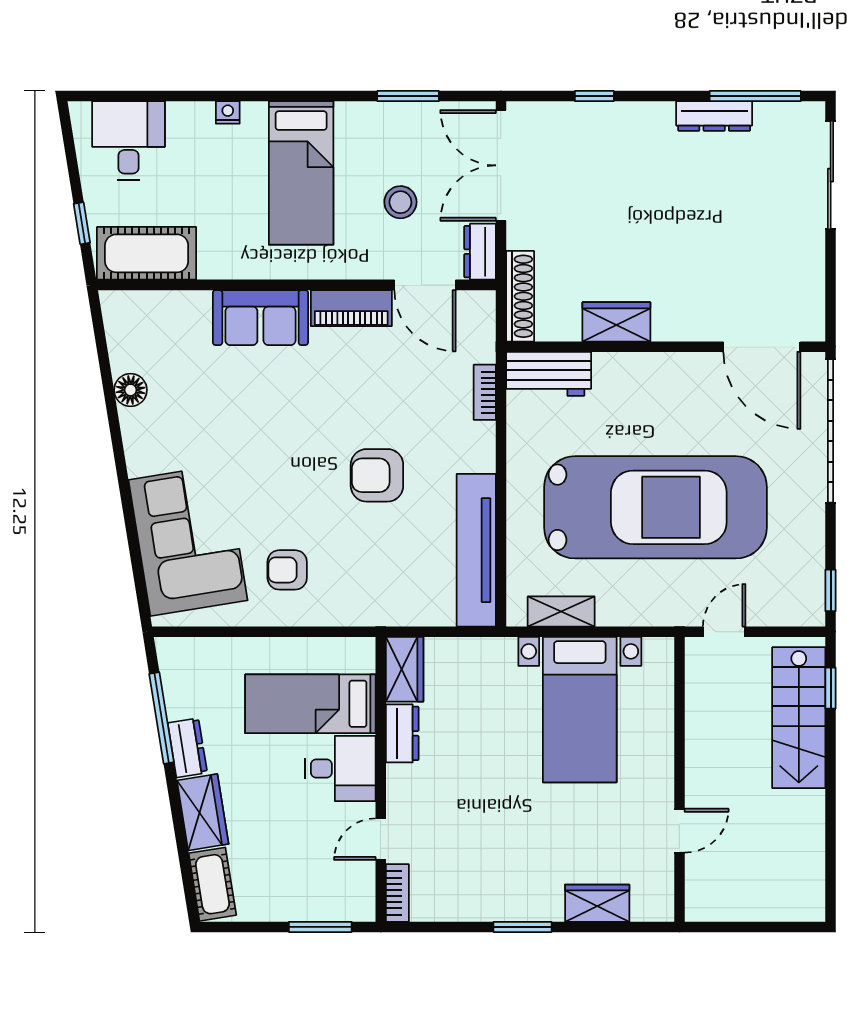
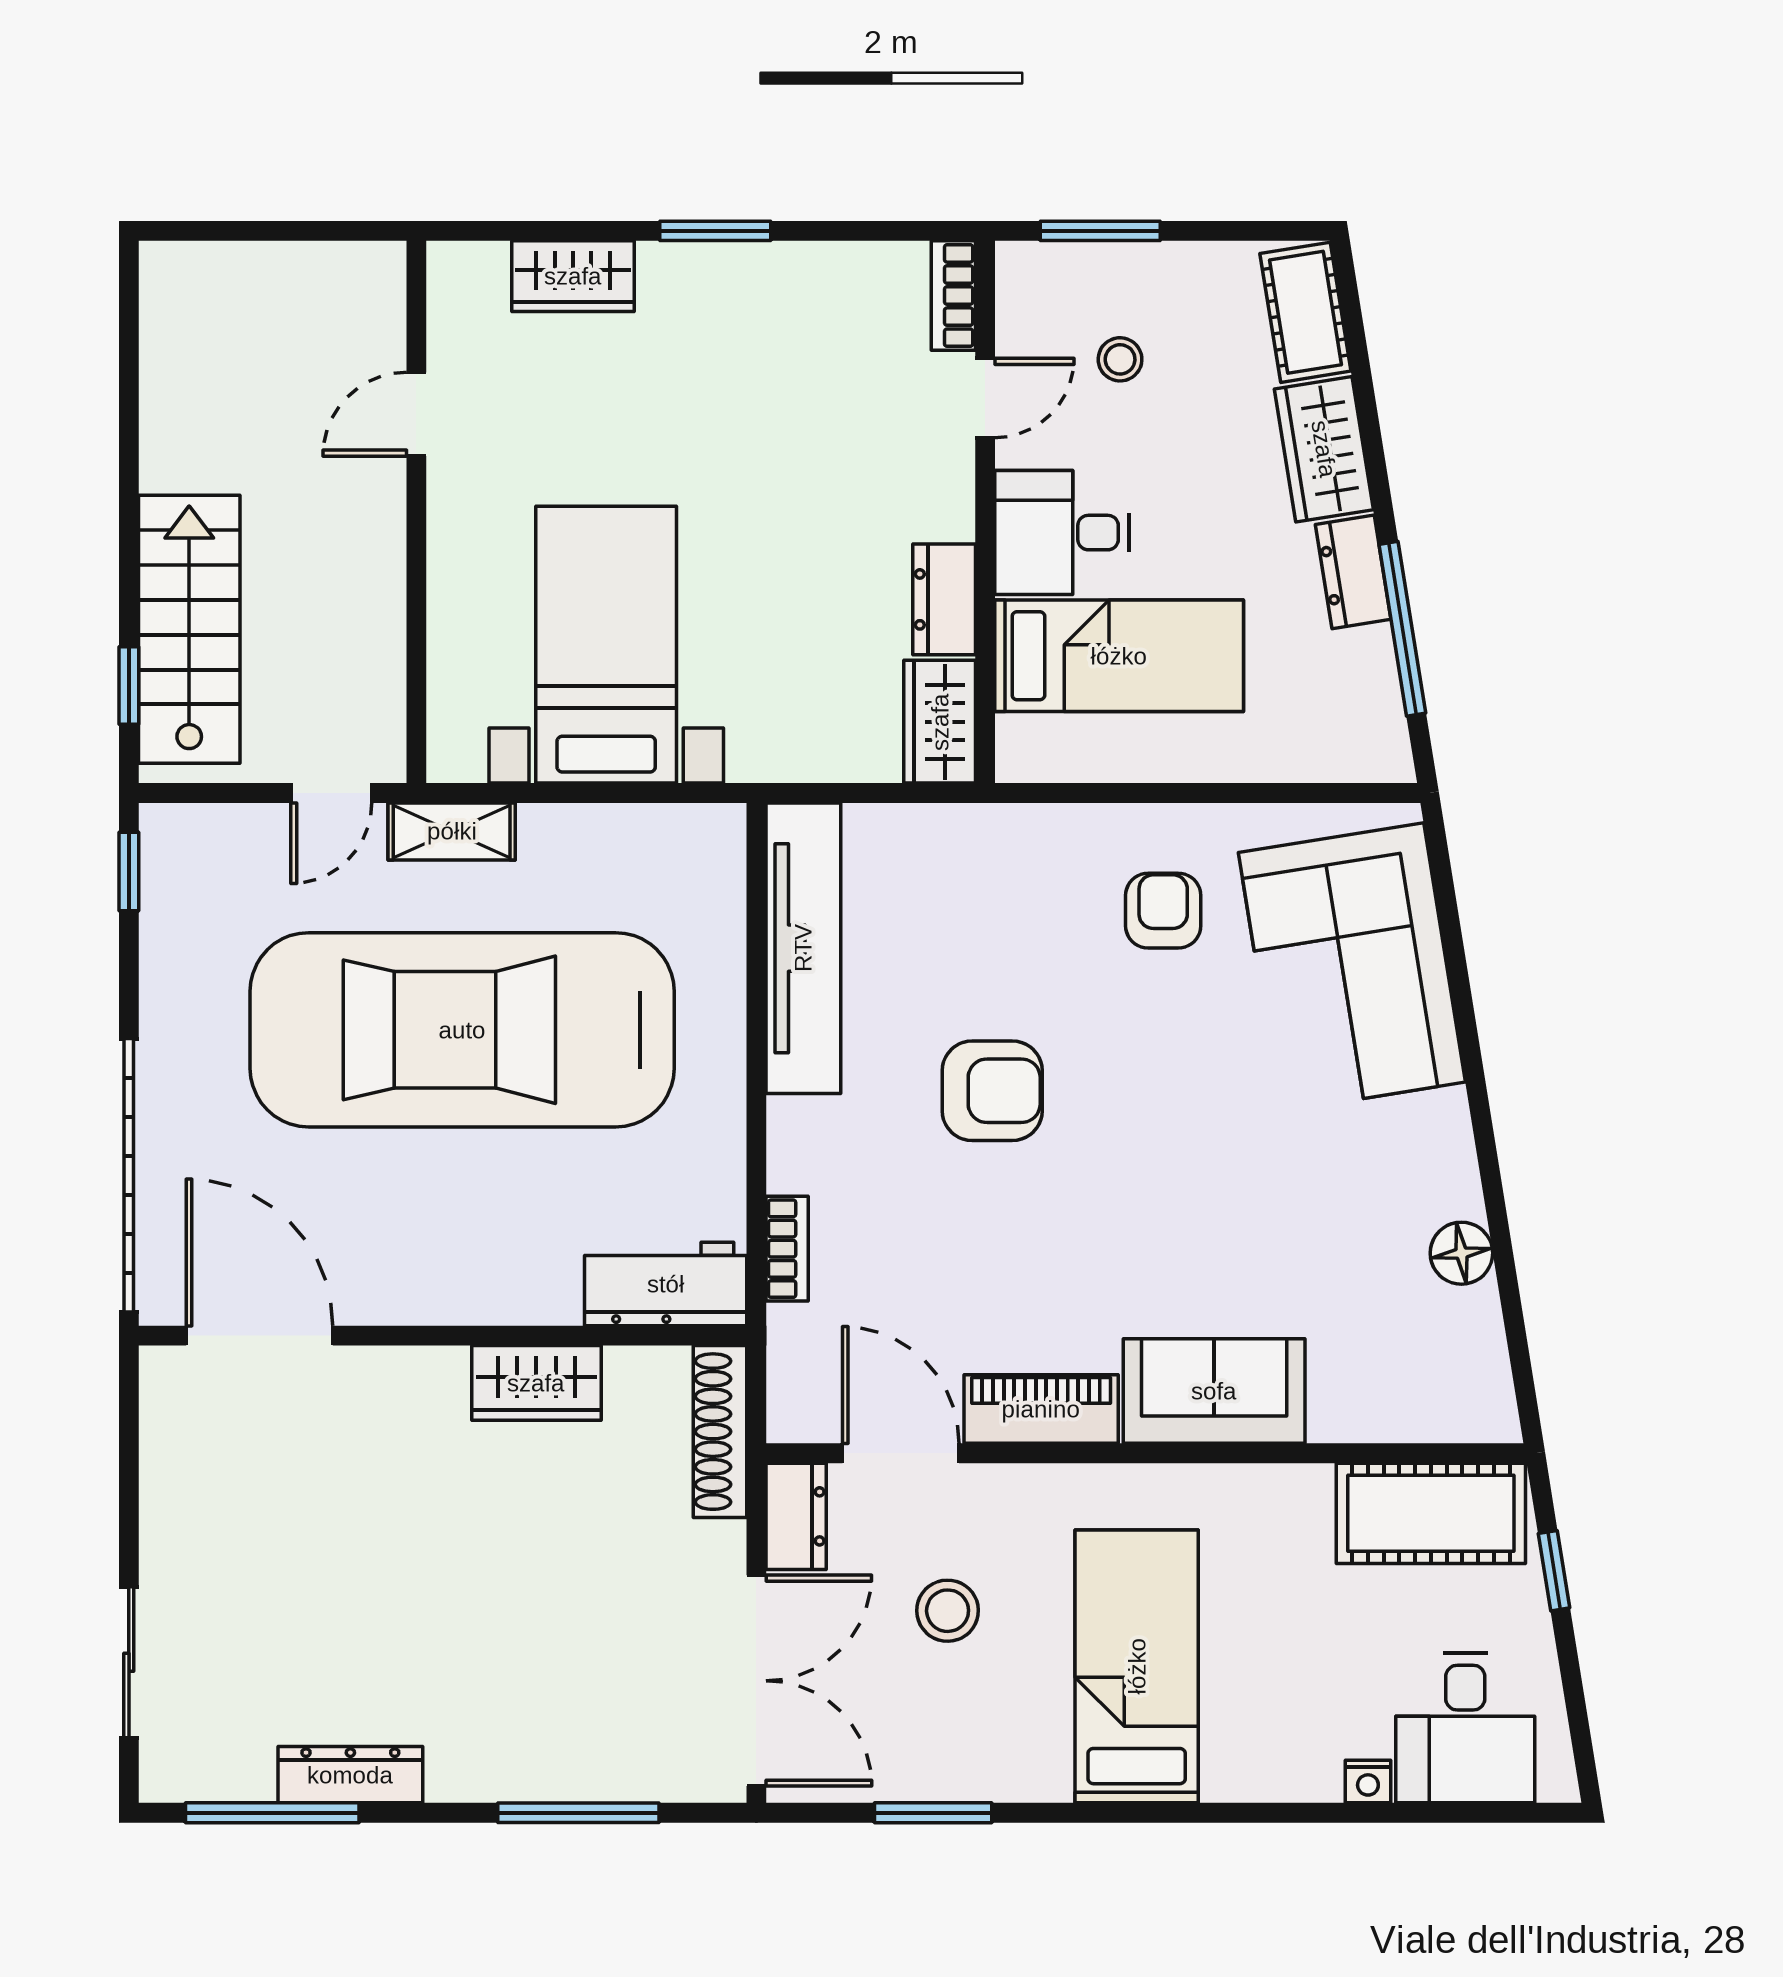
window: (594, 96) -> (578, 1813), width x2.17
nightstand: (228, 112) -> (1368, 1782), moved
sliding door: (831, 175) -> (129, 1662), width x0.73
armchair: (287, 570) -> (1163, 911), turned -90
shelving: (561, 611) -> (452, 831), moved
stool: (310, 859) -> (1120, 359), added

